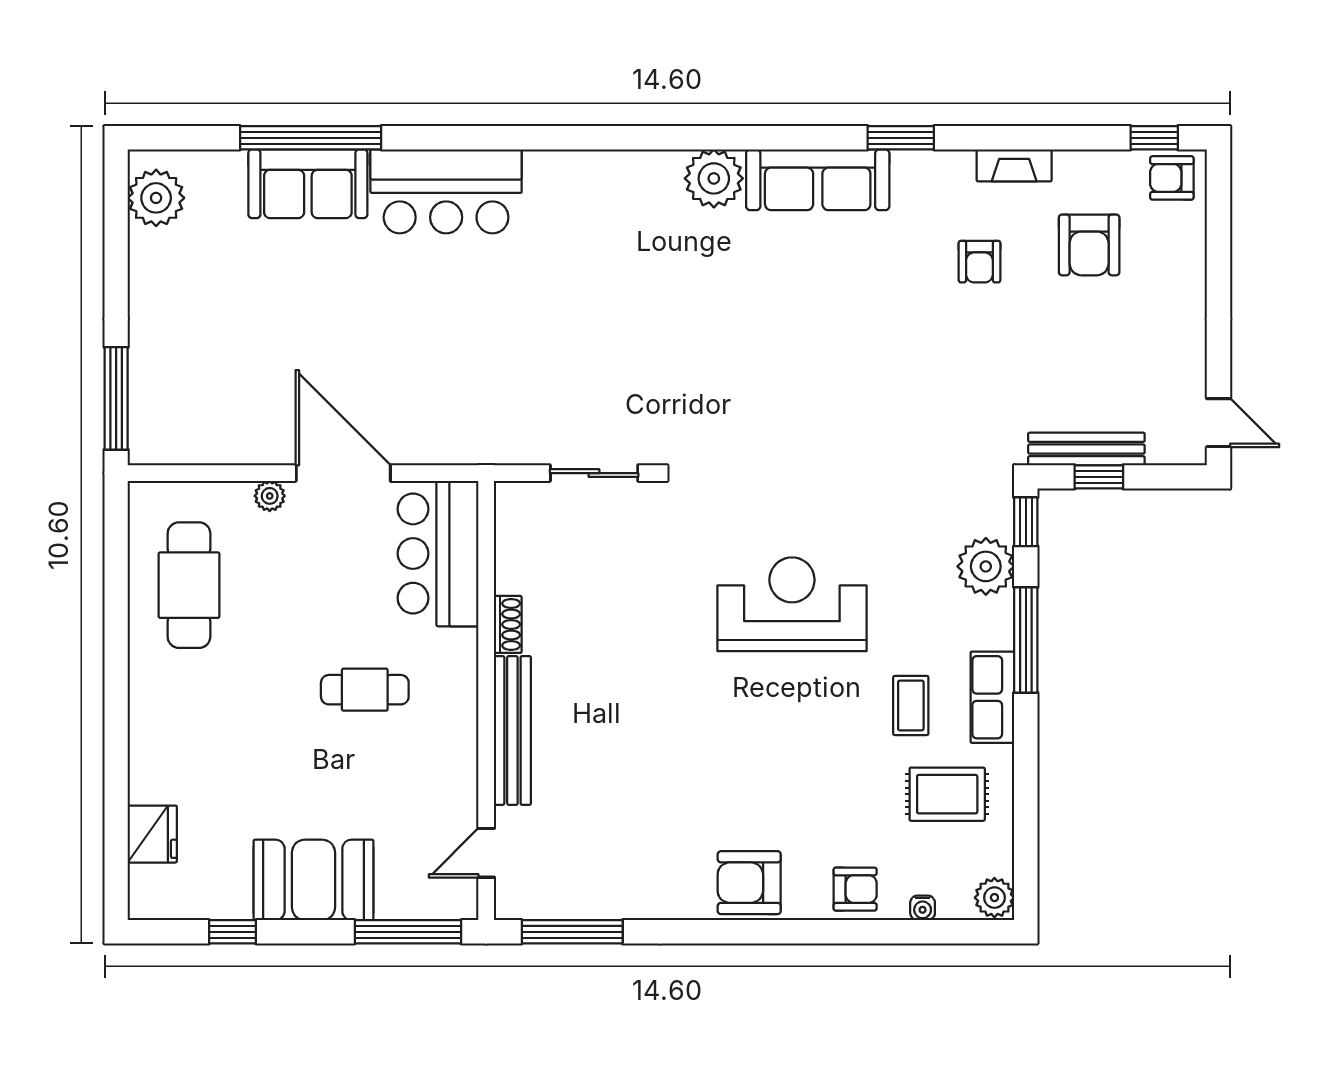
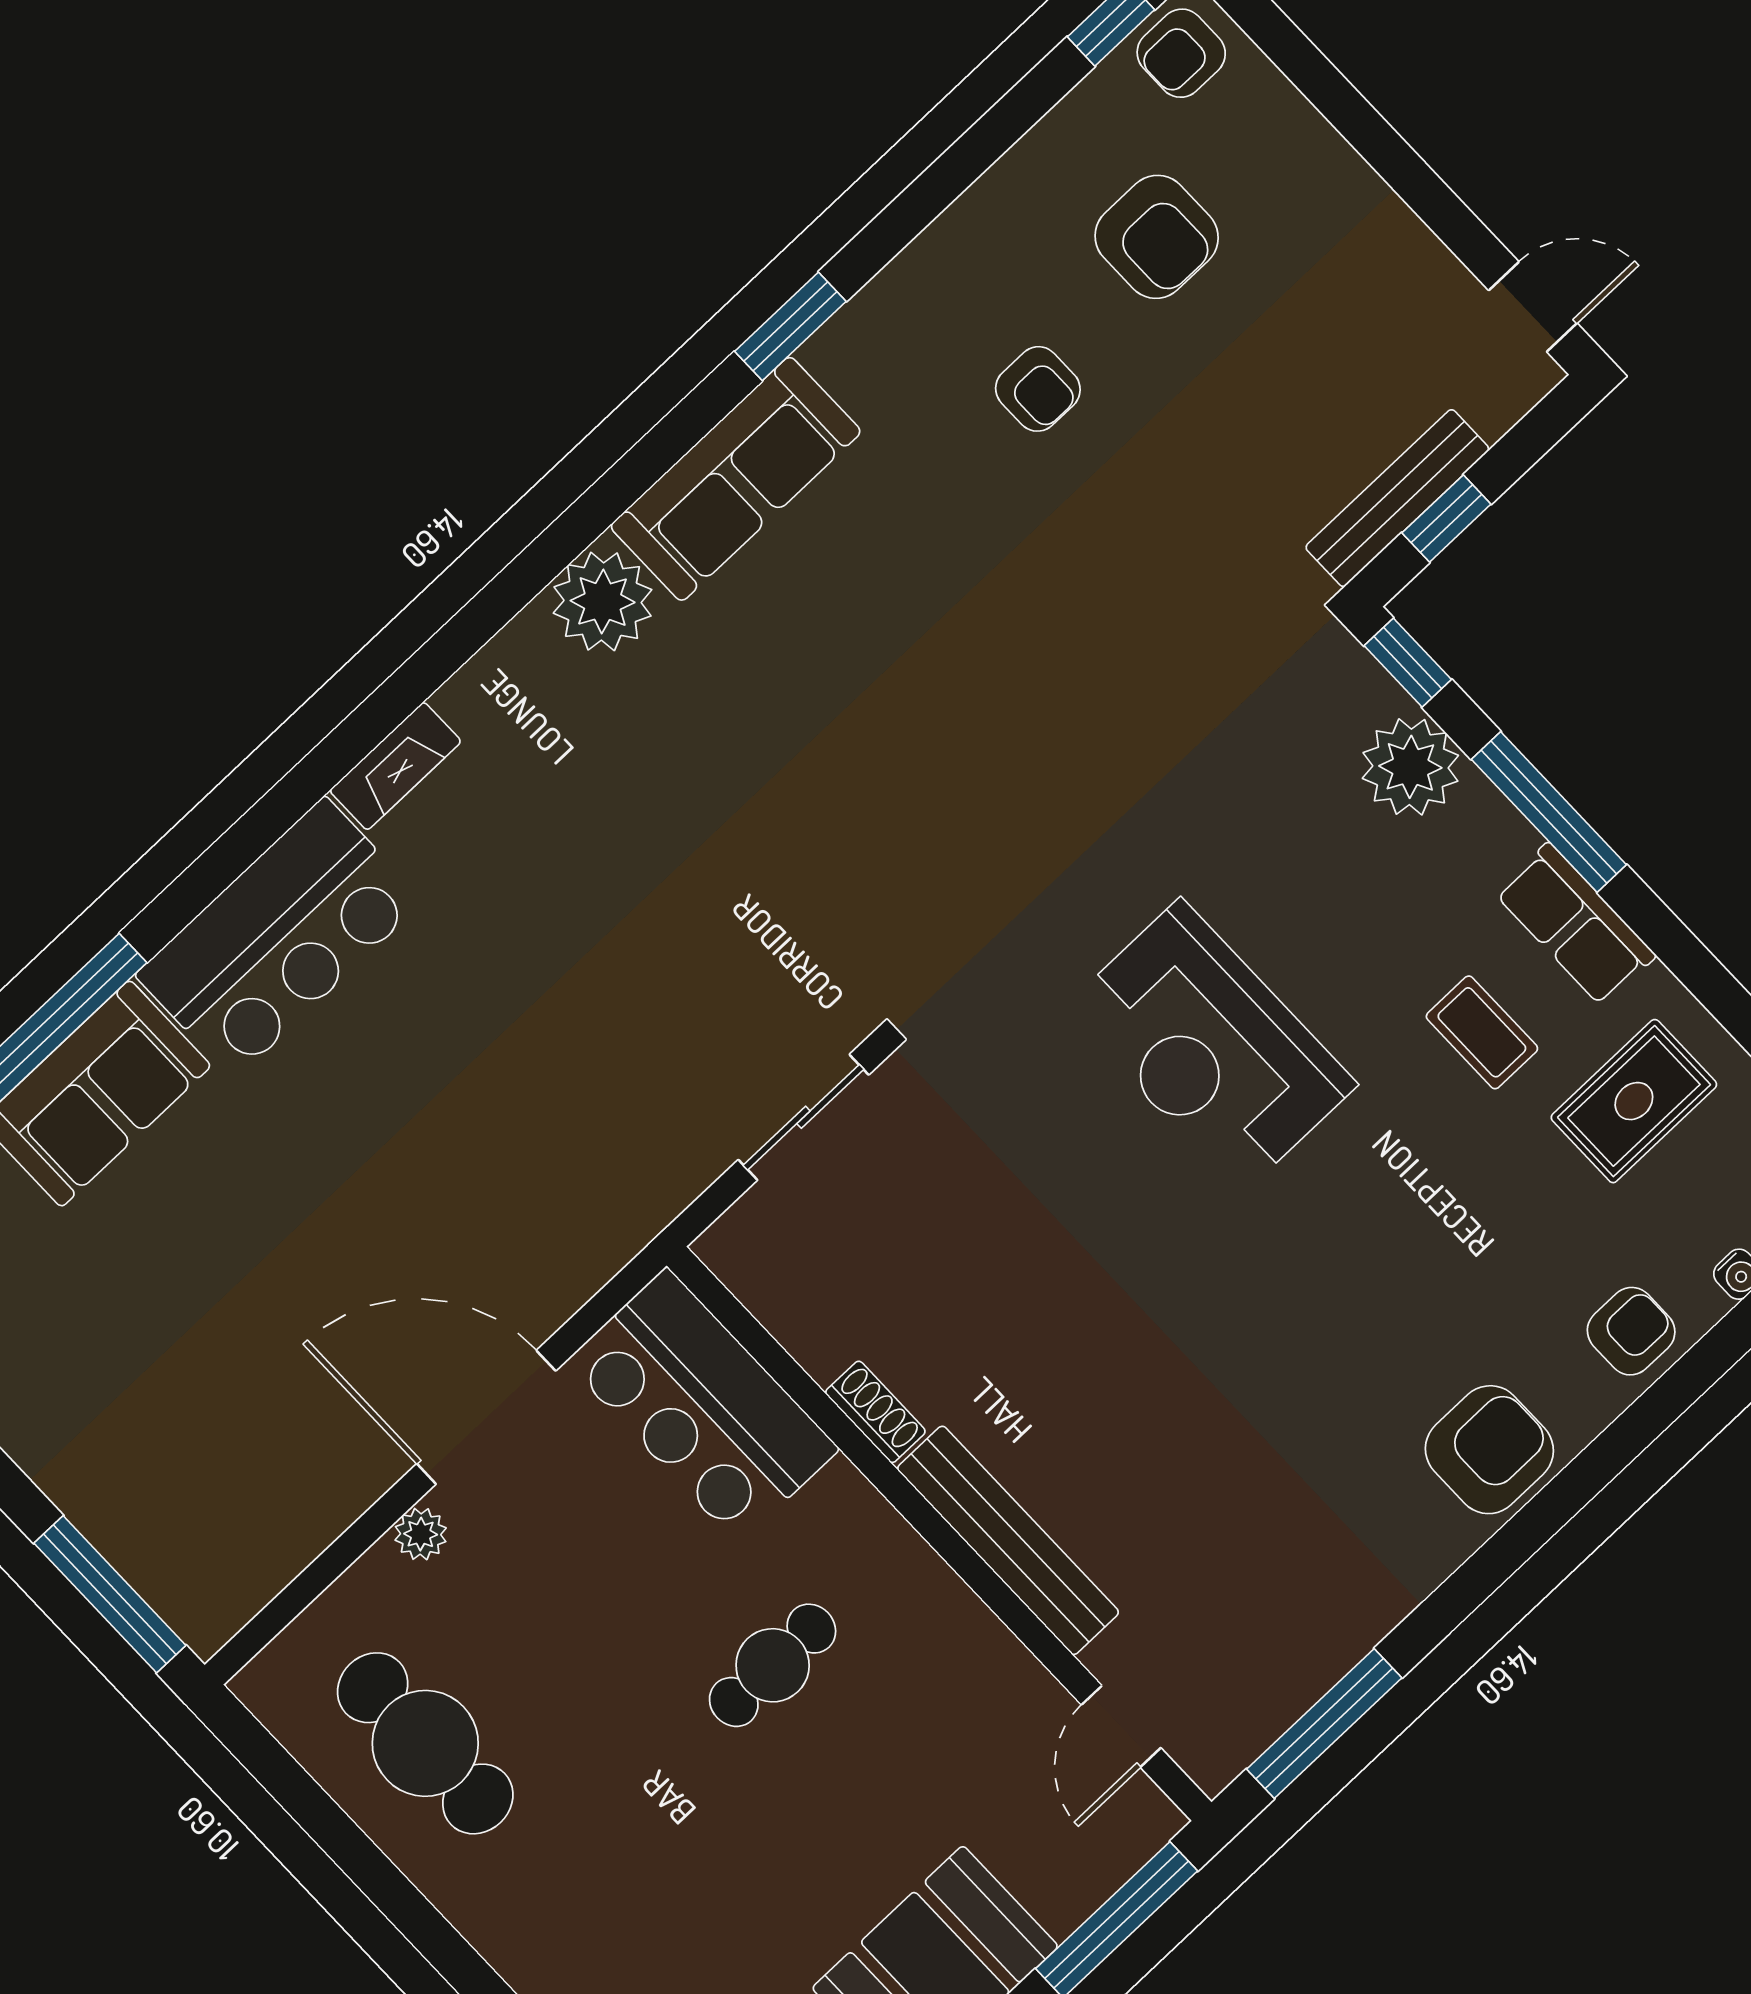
fireplace: (1014, 165) -> (395, 766), moved
reception desk: (792, 604) -> (1211, 1046), turned -90
armchair: (749, 883) -> (1489, 1450), turned 180

